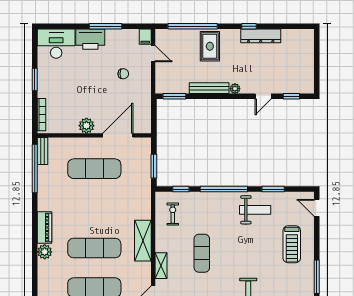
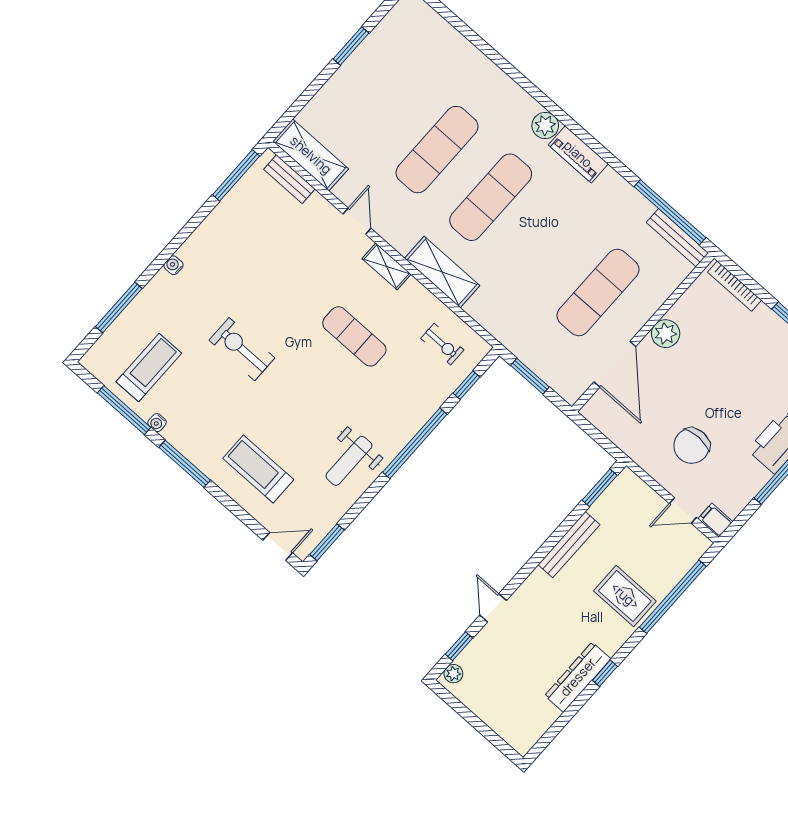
chair: (123, 74) -> (692, 446), width x1.87, depth x1.87
plant: (235, 89) -> (453, 674), moved
bench: (43, 151) -> (677, 238), width x1.36
window: (273, 189) -> (327, 542), moved

